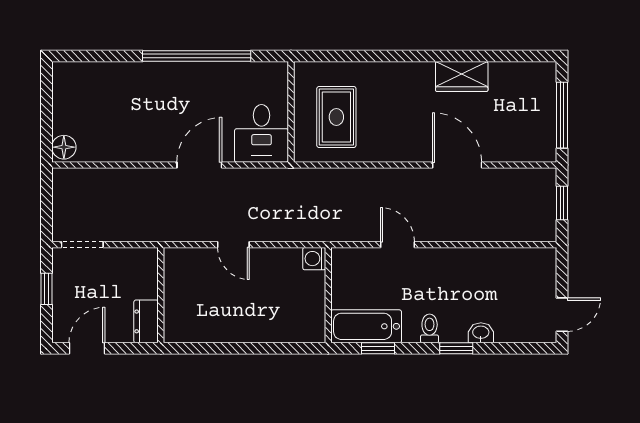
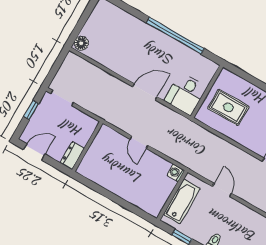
rug: (336, 117) -> (228, 107), turned 90
bathtub: (366, 326) -> (182, 201), moved, turned 90

